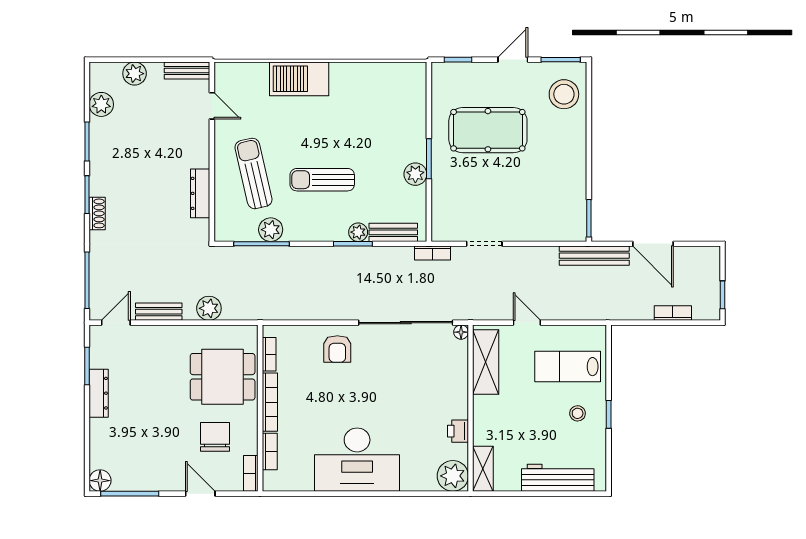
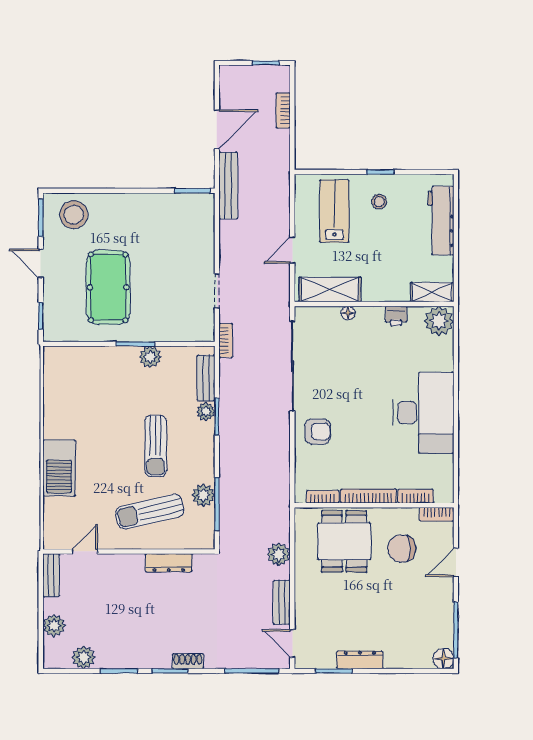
floor lamp: (461, 332) -> (348, 313), moved
lab bench: (568, 367) -> (334, 211), turned 180

